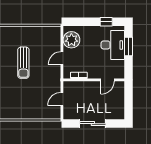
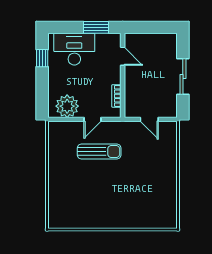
window: (128, 47) -> (96, 27), moved
door: (62, 58) -> (92, 119), hinge flipped
sun lounger: (23, 63) -> (99, 152), moved

